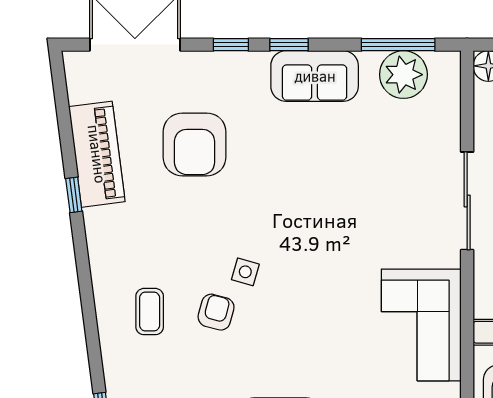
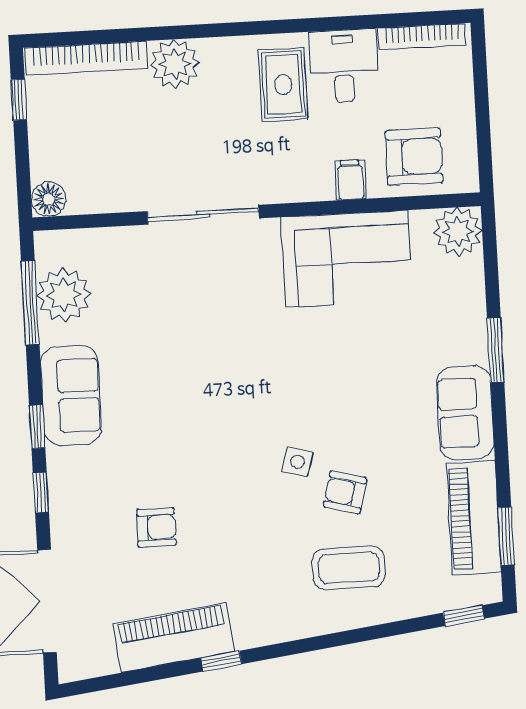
armchair: (195, 144) -> (156, 527), width x0.53, depth x0.53
coffee table: (150, 312) -> (349, 568), width x1.36, depth x1.30

